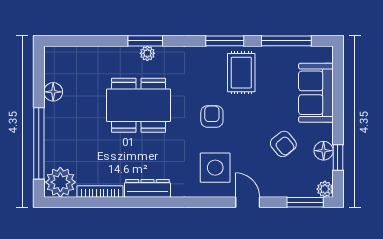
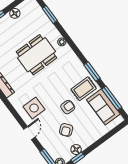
window: (145, 41) -> (50, 14), moved
sofa: (316, 93) -> (103, 107), moved, turned -90
dining table: (139, 105) -> (36, 55), turned 90
armchair: (212, 116) -> (68, 107), moved

